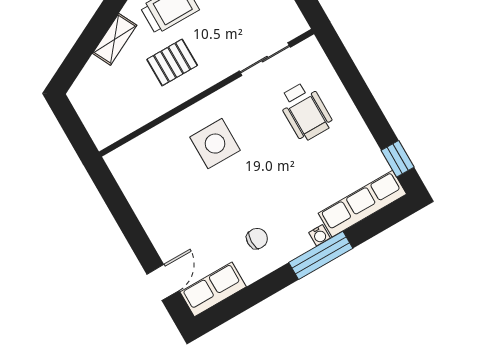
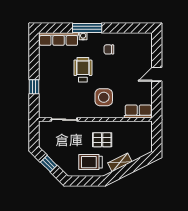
wheelchair: (305, 111) -> (83, 70), moved
window: (398, 159) -> (34, 87), moved
door: (163, 282) -> (157, 74), moved
row of seats: (213, 289) -> (138, 112), moved, turned 180

